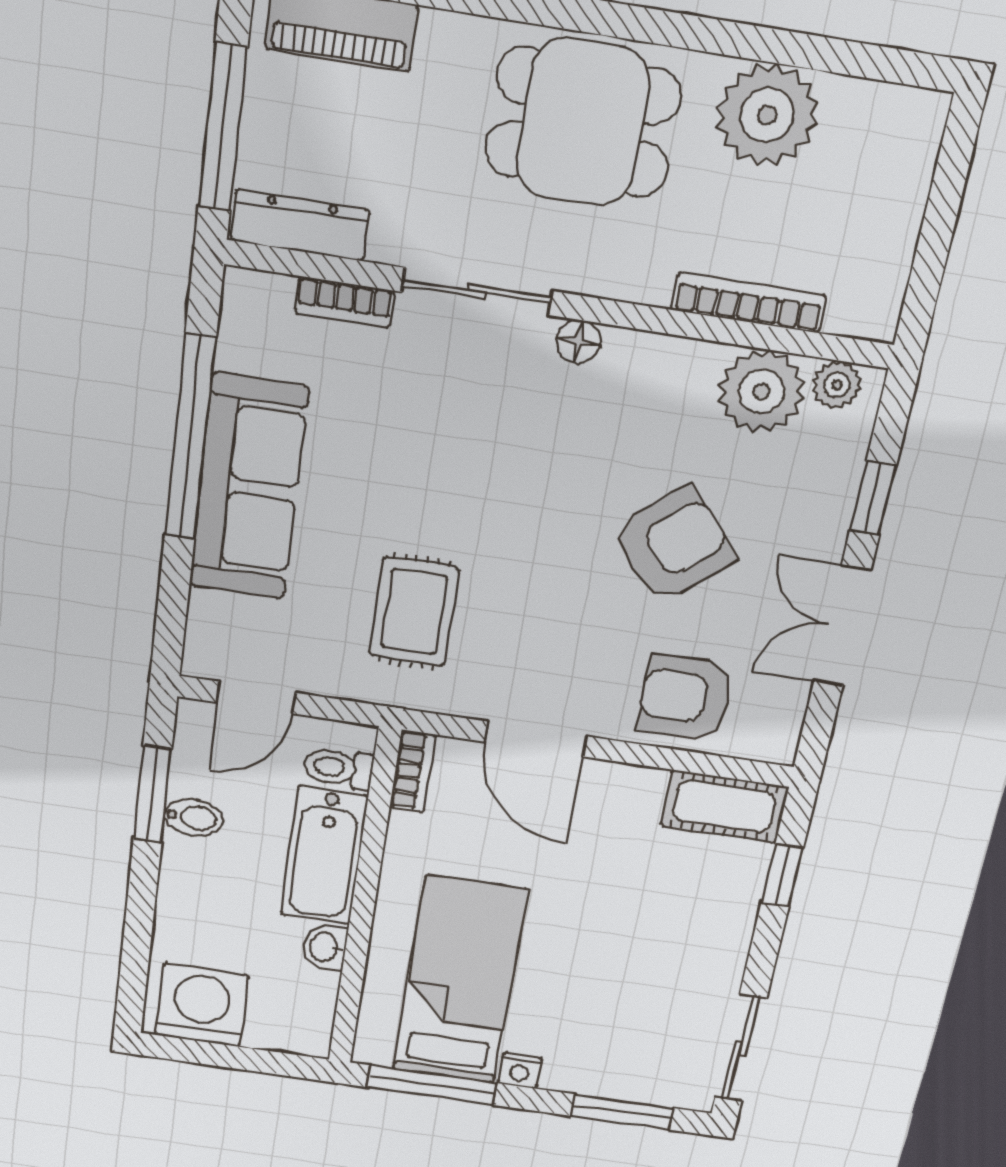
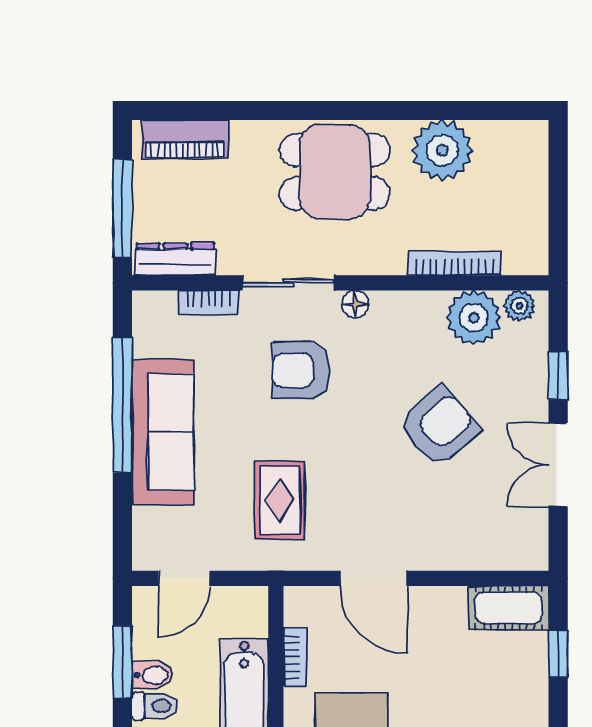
armchair: (686, 697) -> (301, 371), moved
toilet: (338, 768) -> (155, 706), moved, turned 180
bookcase: (413, 771) -> (295, 657), moved

